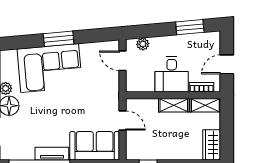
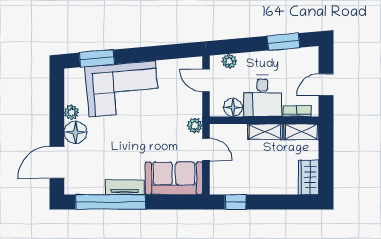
window: (59, 39) -> (97, 58), moved
floor lamp: (146, 84) -> (233, 107), added
plant: (113, 100) -> (195, 125), added

